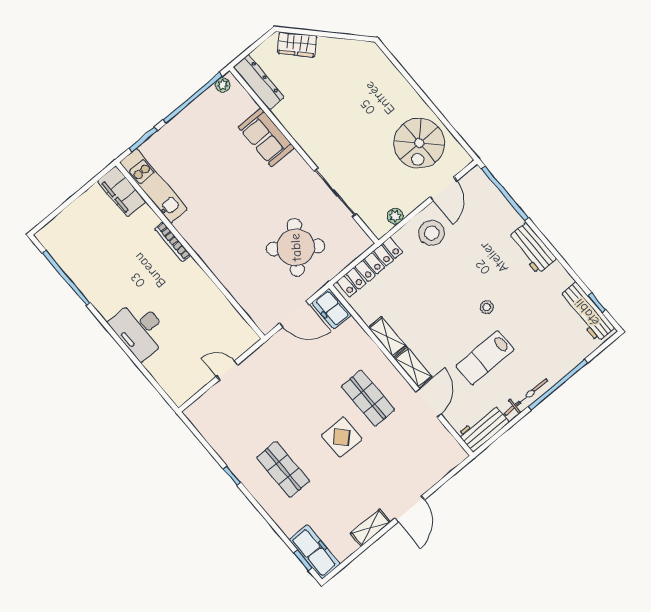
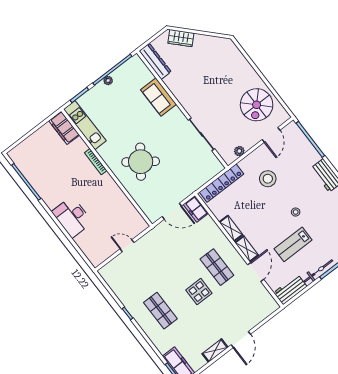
plant: (223, 85) -> (108, 81), moved
stool: (432, 233) -> (268, 179), moved
round table: (296, 247) -> (141, 162), moved

